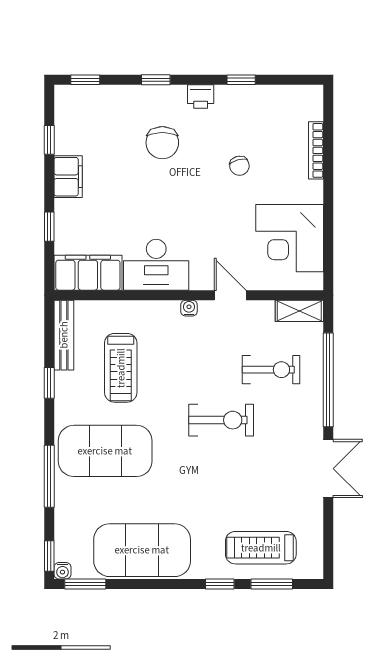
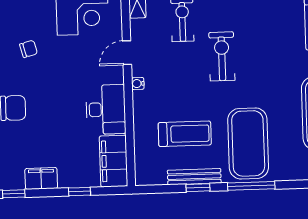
bench: (64, 335) -> (194, 177), moved
window: (49, 476) -> (251, 186), moved

